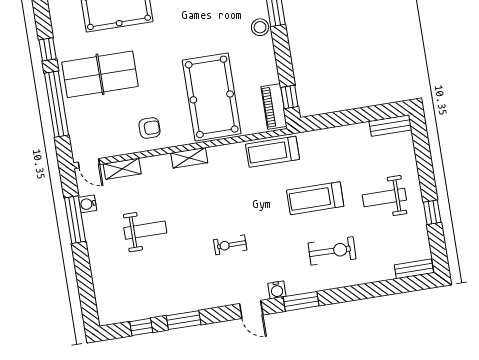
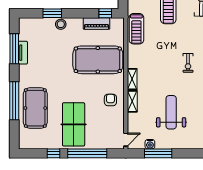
piano: (274, 106) -> (96, 23), moved
shelving: (122, 169) -> (132, 101), moved
weight bench: (145, 230) -> (171, 112), width x1.36, depth x1.33

